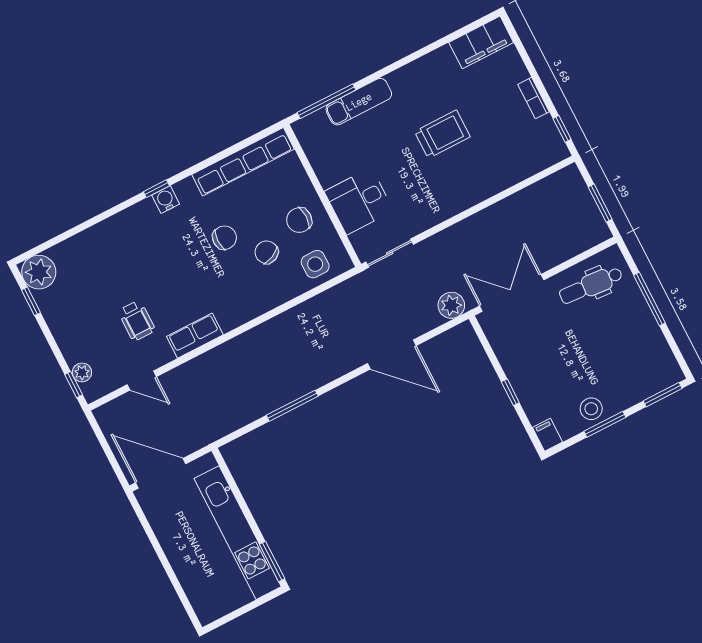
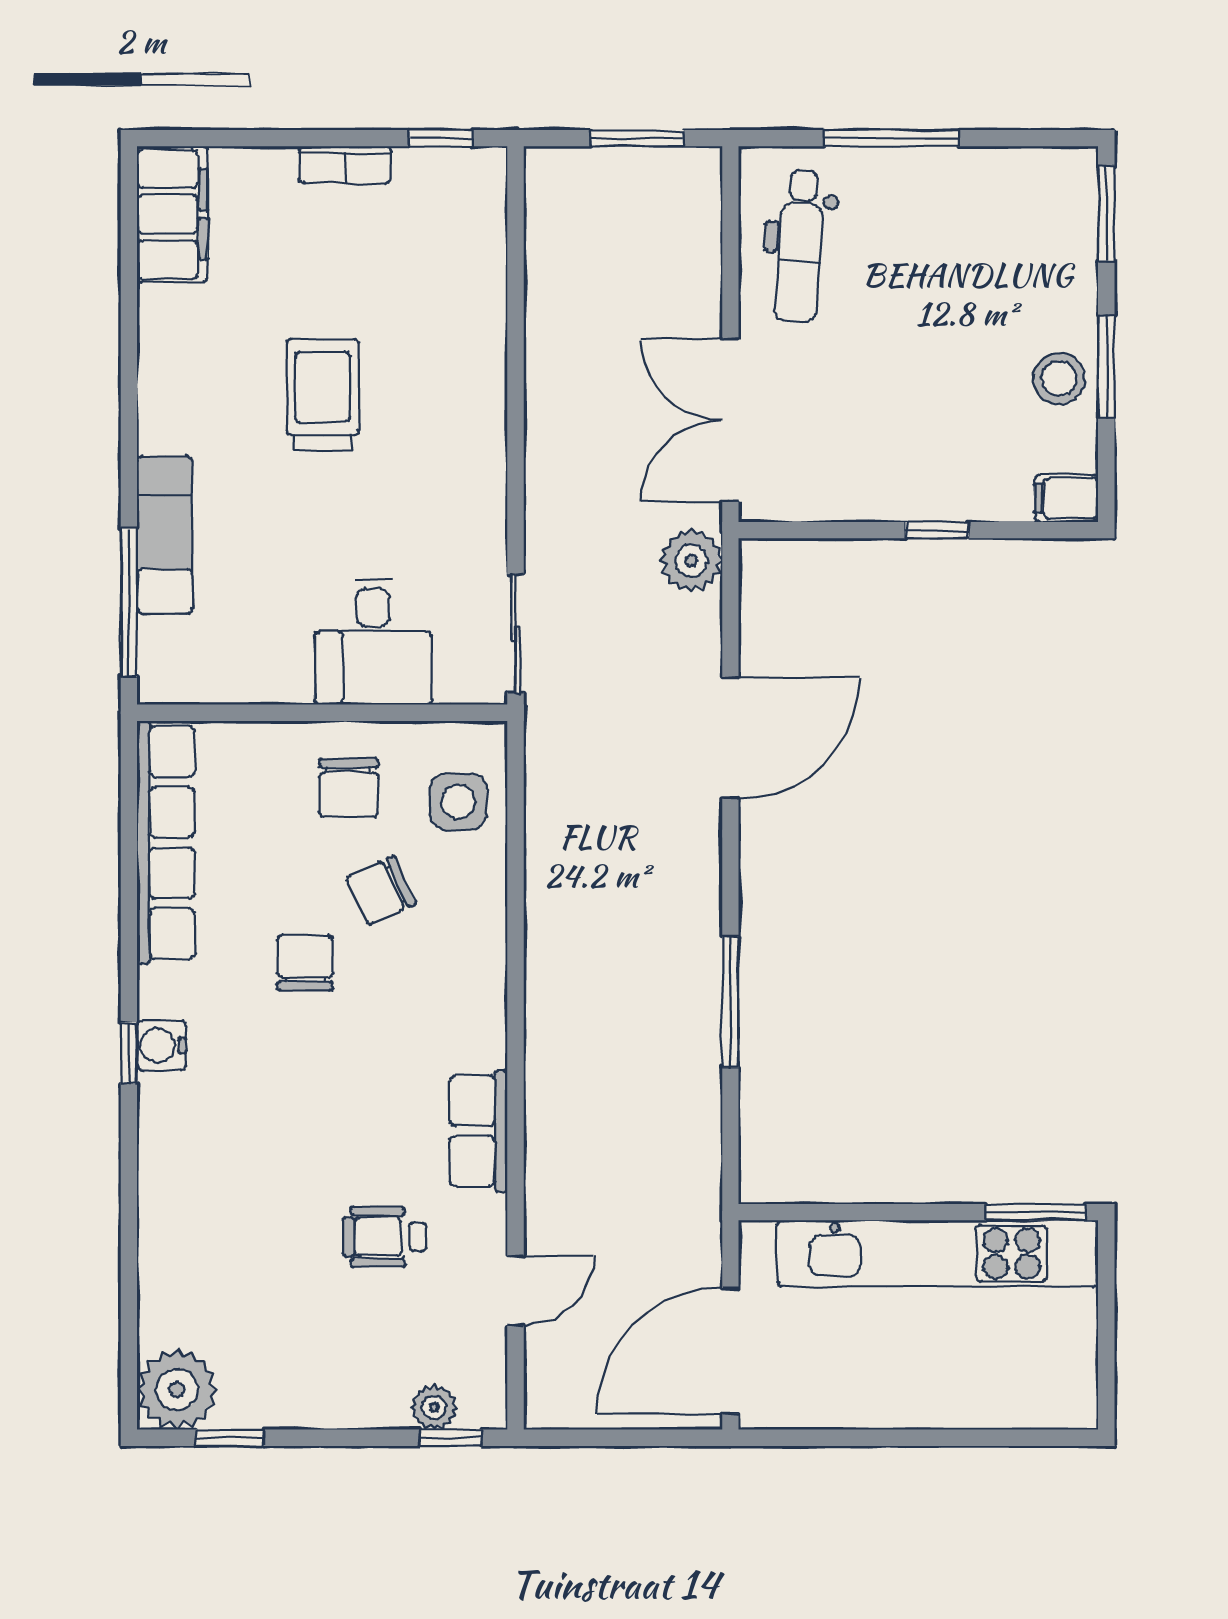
wheelchair: (137, 321) -> (384, 1237), turned 180

